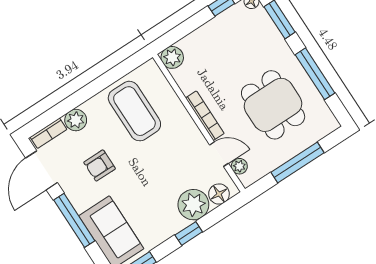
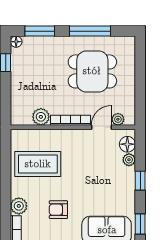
plant: (172, 57) -> (41, 117), moved
window: (297, 163) -> (140, 80), removed
armchair: (100, 165) -> (58, 210), turned 90
plant: (193, 205) -> (129, 160), width x0.53, depth x0.53

